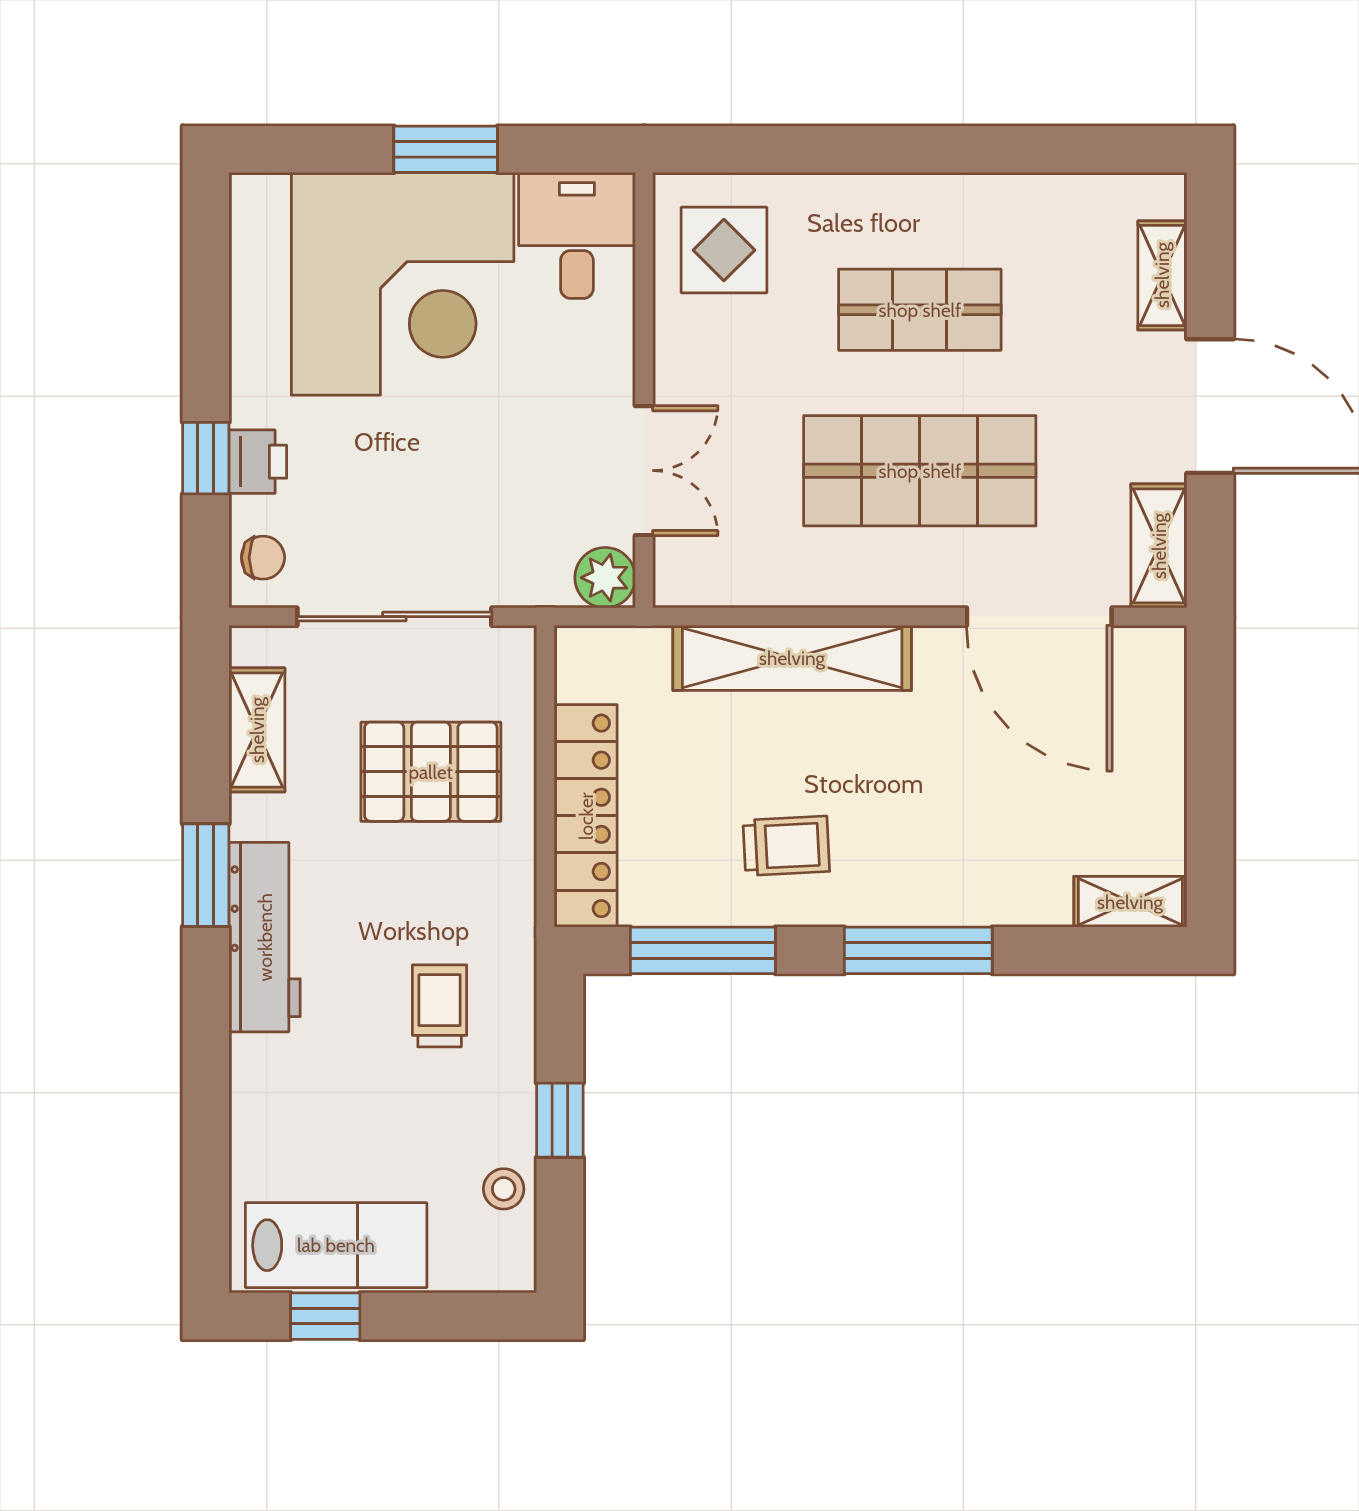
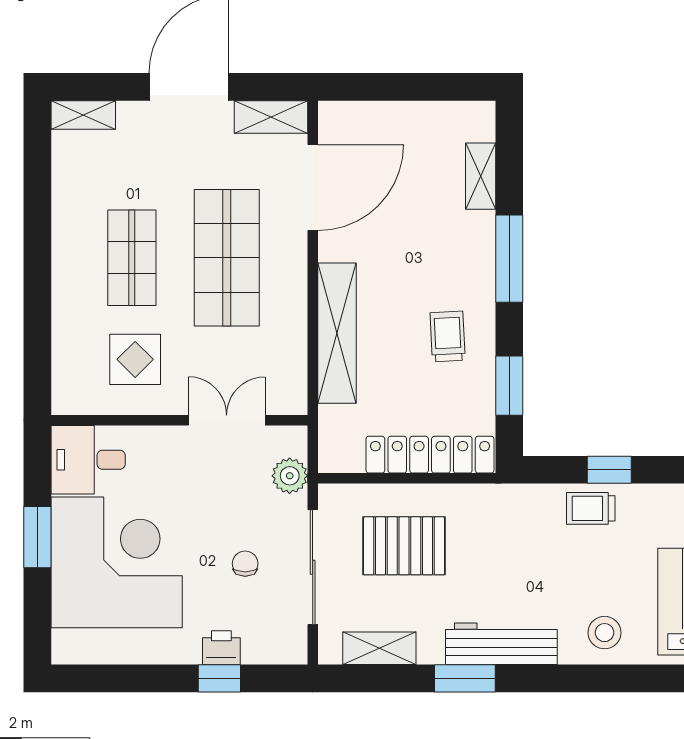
display table: (724, 250) -> (135, 359), moved
shelving: (1162, 275) -> (83, 115), moved
chair: (263, 558) -> (245, 564), moved
plant: (605, 578) -> (290, 476), moved
pallet: (431, 772) -> (404, 546), turned 90
shelving: (1130, 902) -> (481, 176), moved
window: (703, 950) -> (509, 386), width x0.69
trolley: (440, 1006) -> (591, 508), moved
stool: (504, 1189) -> (604, 633), moved, width x1.37, depth x1.37

